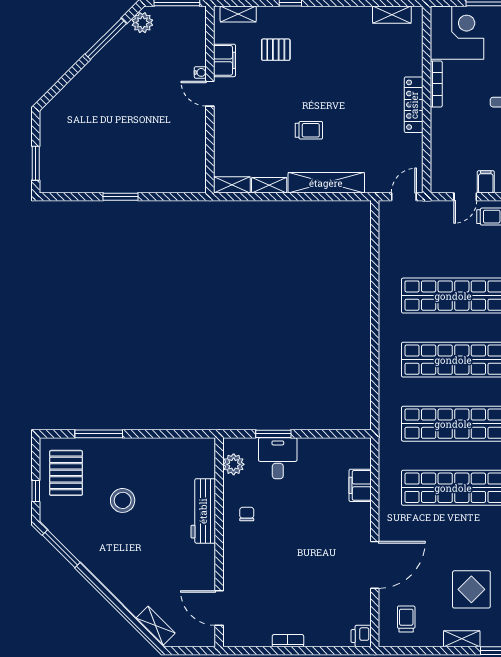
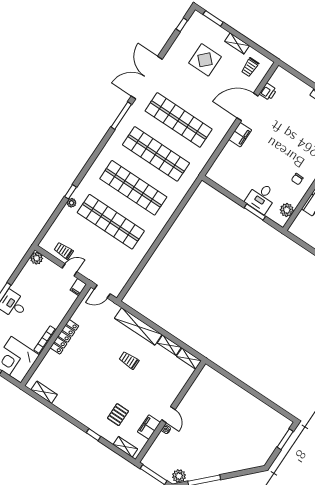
pallet: (276, 50) -> (118, 415), turned 90
filing cabinet: (486, 182) -> (78, 287), moved
window: (121, 197) -> (252, 392), removed
filing cabinet: (360, 485) -> (240, 135), moved
printer: (361, 636) -> (268, 92), moved
shelving: (462, 639) -> (237, 44), moved

